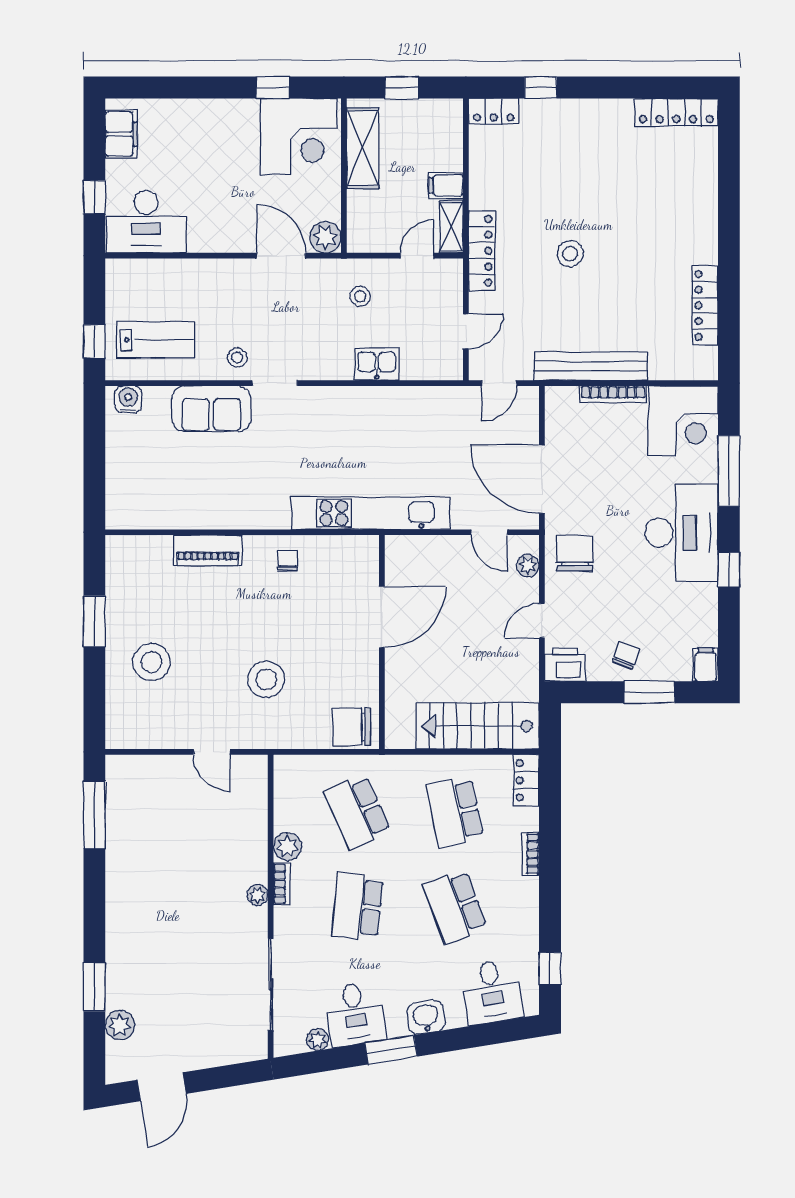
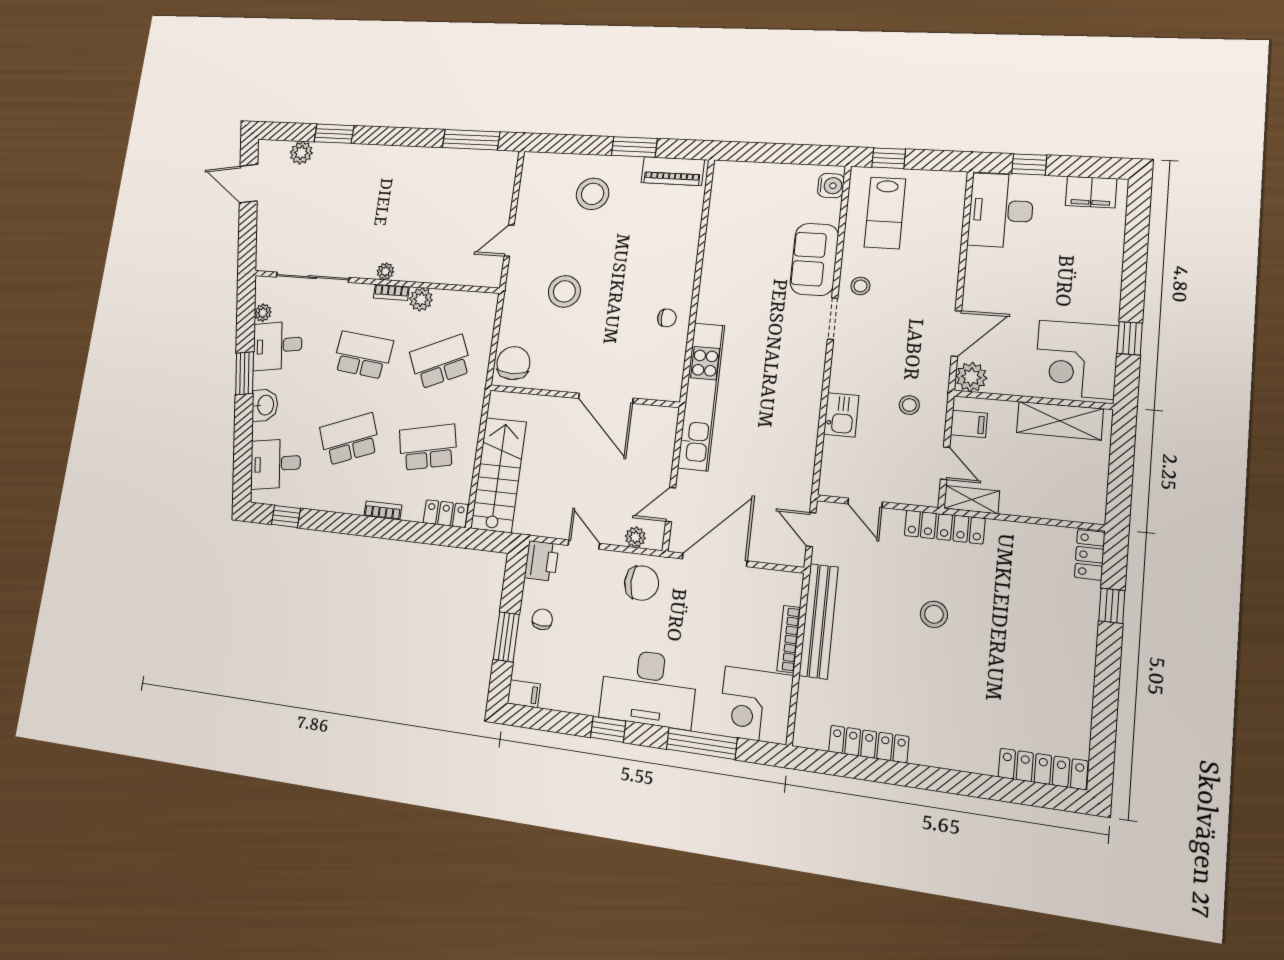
window: (402, 88) -> (1121, 465), removed
locker: (676, 112) -> (1043, 769), moved, turned 90
filing cabinet: (446, 185) -> (969, 424), moved, turned 90
piano: (208, 550) -> (673, 171), moved, turned -90
chair: (626, 655) -> (542, 619), turned -108

